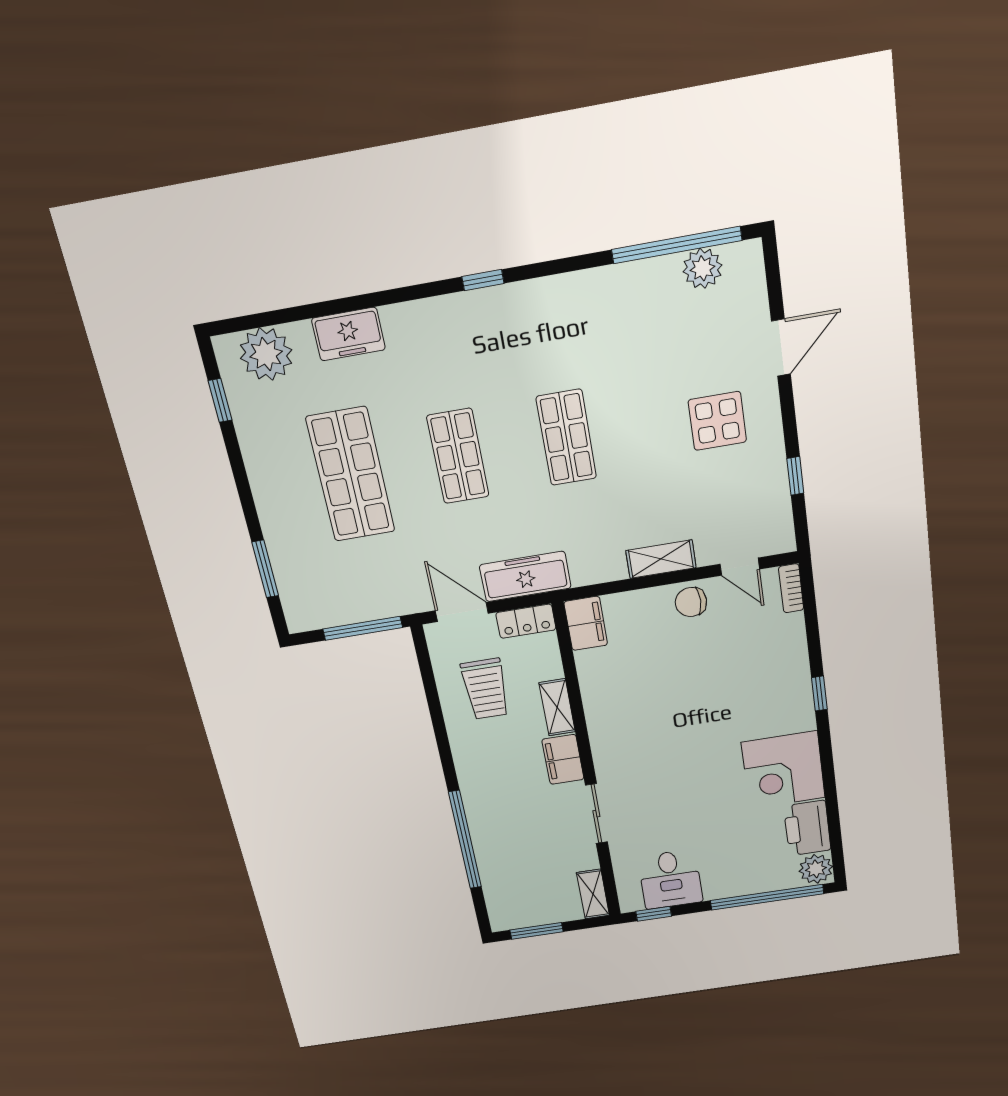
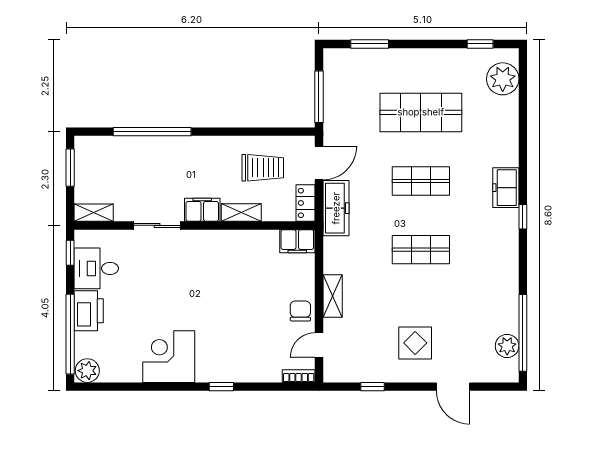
freezer: (348, 334) -> (506, 188), moved
trolley: (485, 689) -> (263, 168), turned 180
printer: (807, 828) -> (89, 311), moved, turned 90

